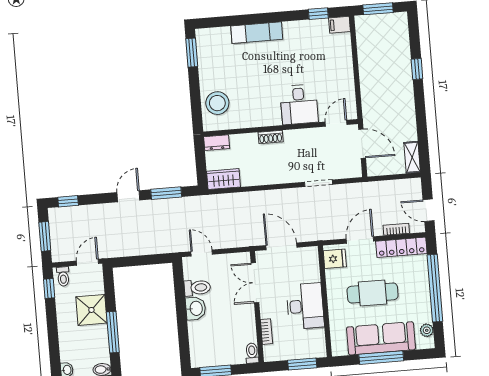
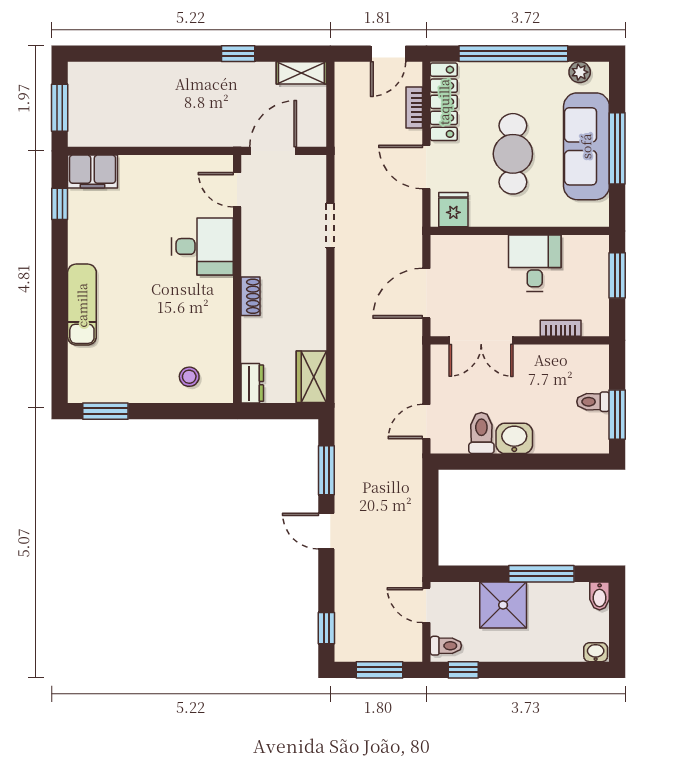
filing cabinet: (339, 25) -> (93, 171), width x2.00
window: (417, 69) -> (238, 54), moved
stool: (217, 103) -> (189, 377), width x0.53, depth x0.53
desk: (305, 306) -> (535, 263), width x0.73
toilet: (252, 353) -> (593, 402), moved

